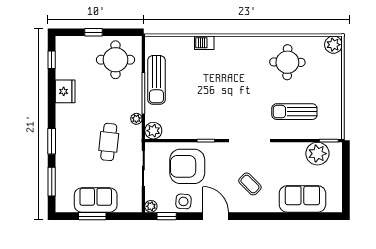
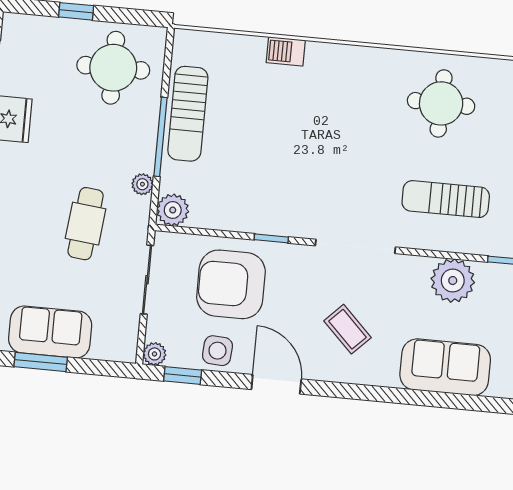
plant: (317, 154) -> (453, 281), moved

